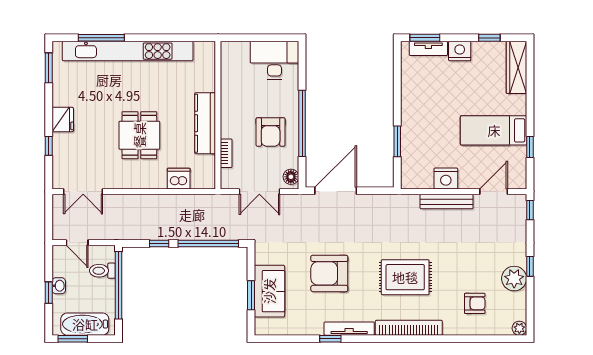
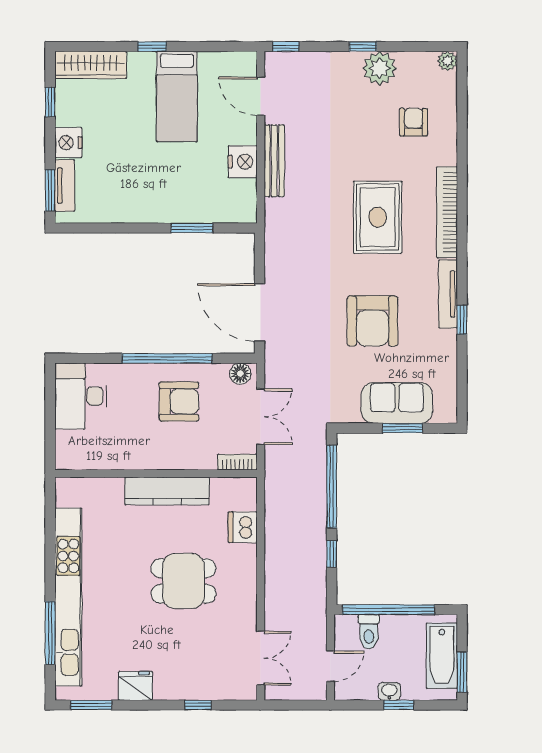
fridge: (63, 120) -> (135, 686), moved
window: (530, 147) -> (152, 47), moved
bookcase: (226, 153) -> (237, 462), moved

